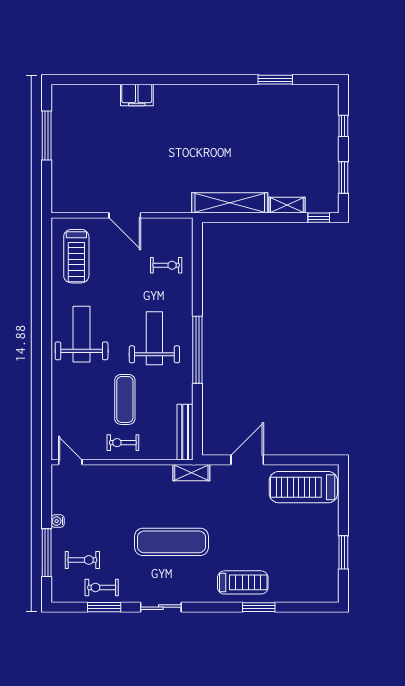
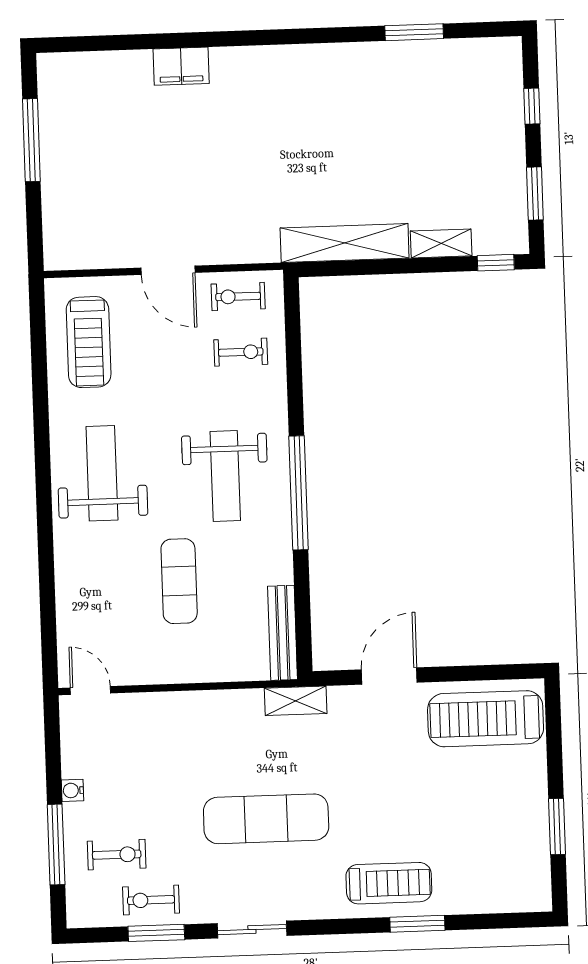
weight bench: (154, 338) -> (225, 476), turned 180
exercise bike: (123, 443) -> (238, 296), moved

